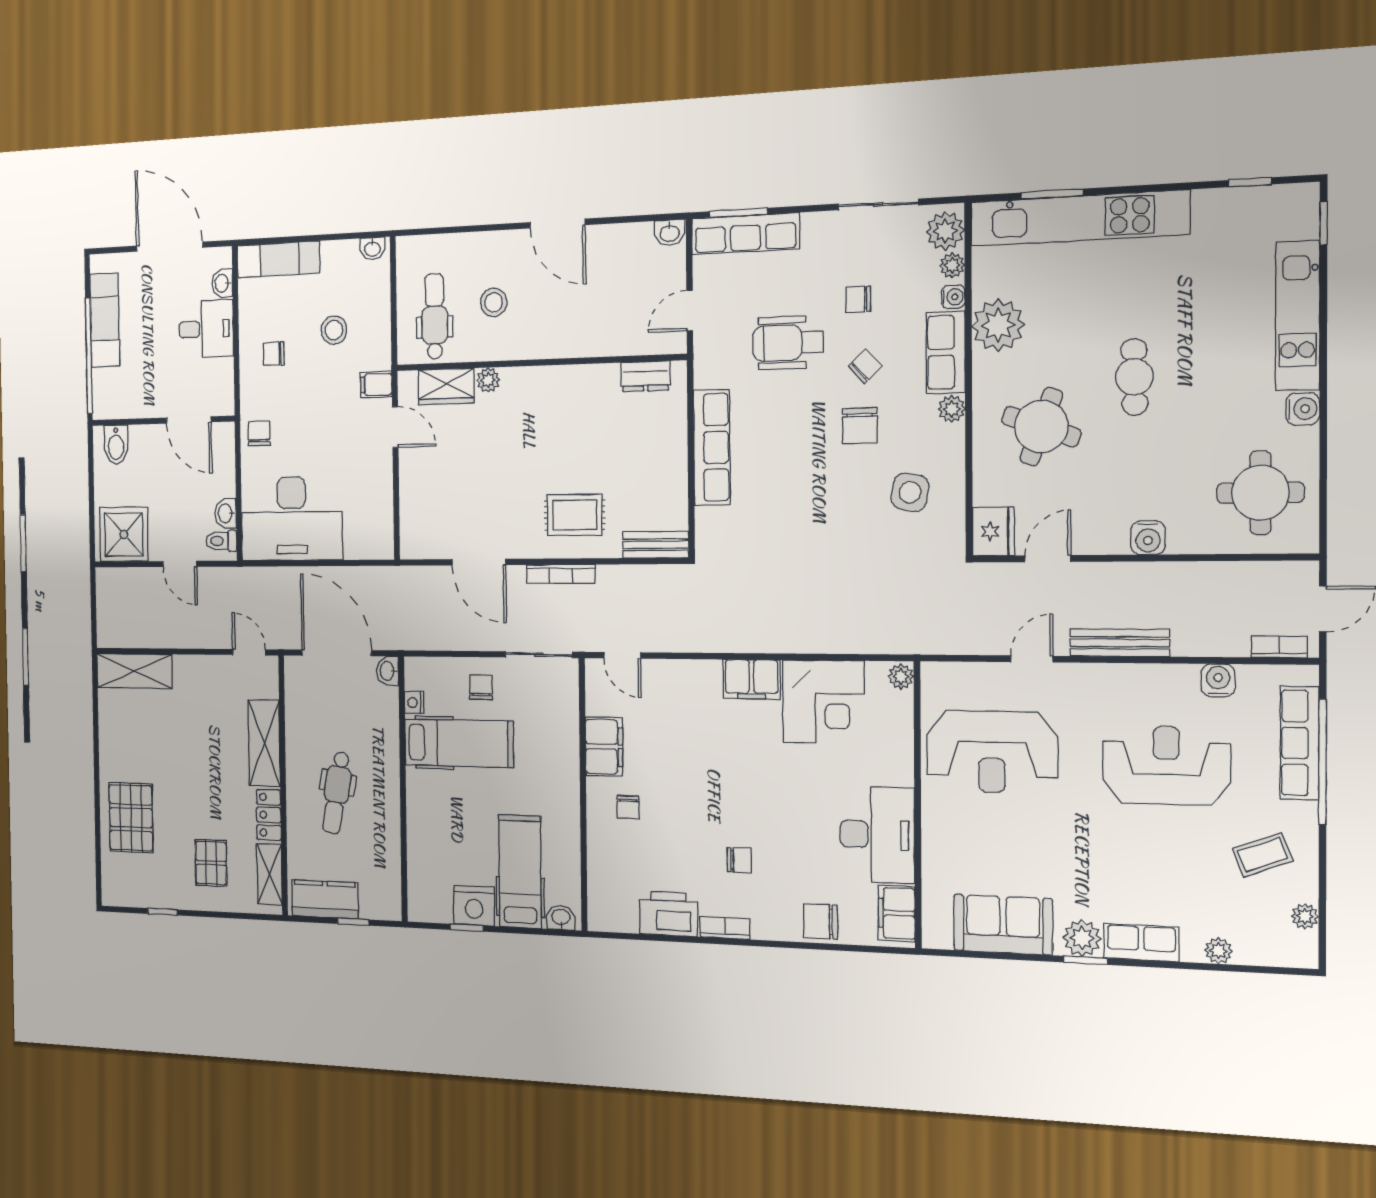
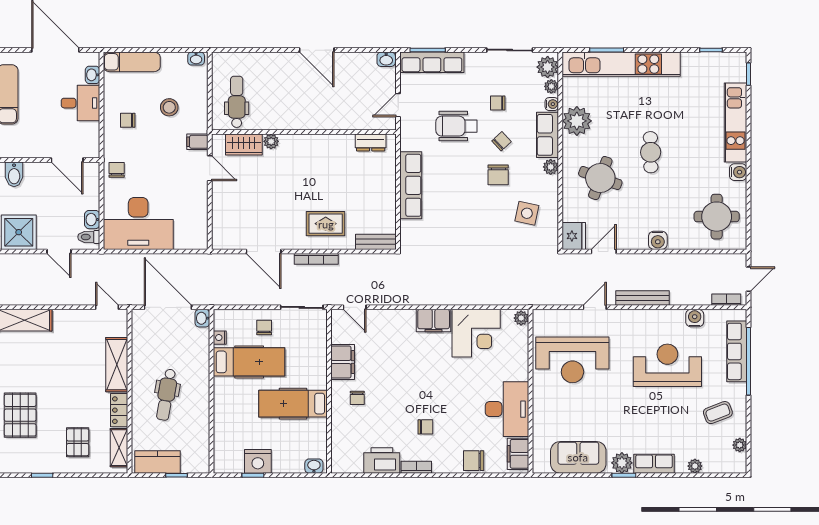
stool: (494, 302) -> (275, 95), removed
hospital bed: (520, 871) -> (293, 404), moved, turned -90

